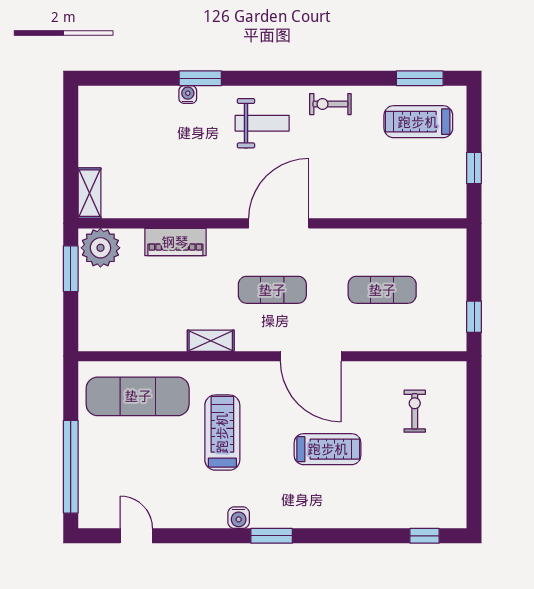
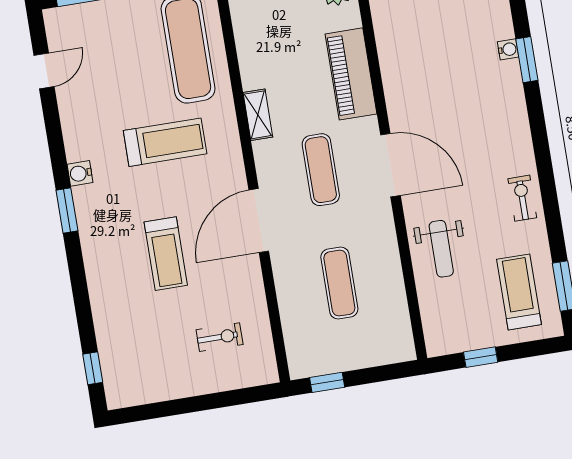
weight bench: (262, 123) -> (441, 249), moved
piano: (175, 242) -> (351, 74), width x1.37, depth x1.33

